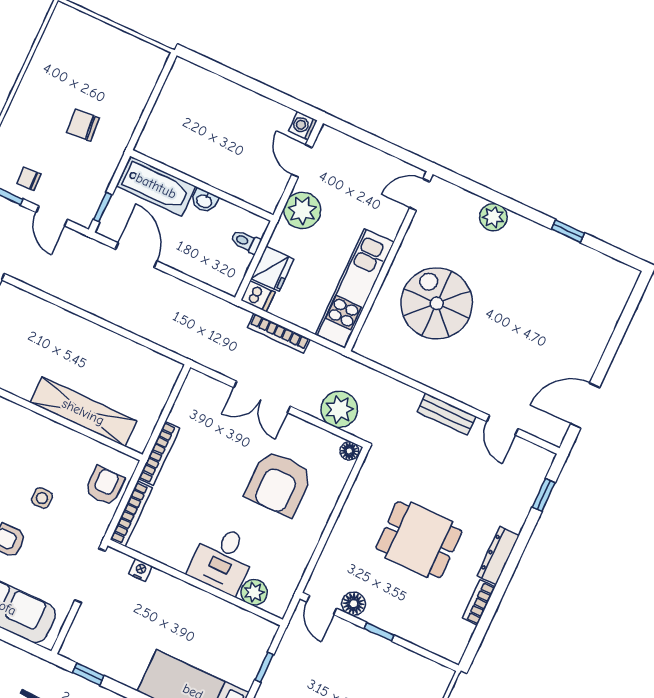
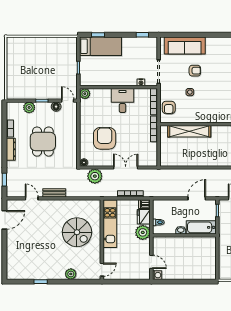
plant: (302, 210) -> (143, 232), moved
door: (136, 255) -> (197, 198), swing flipped
dining table: (419, 540) -> (43, 142), turned 90
desk: (223, 559) -> (123, 100), moved
plant: (254, 592) -> (85, 94), moved
plant: (414, 629) -> (29, 107), added

